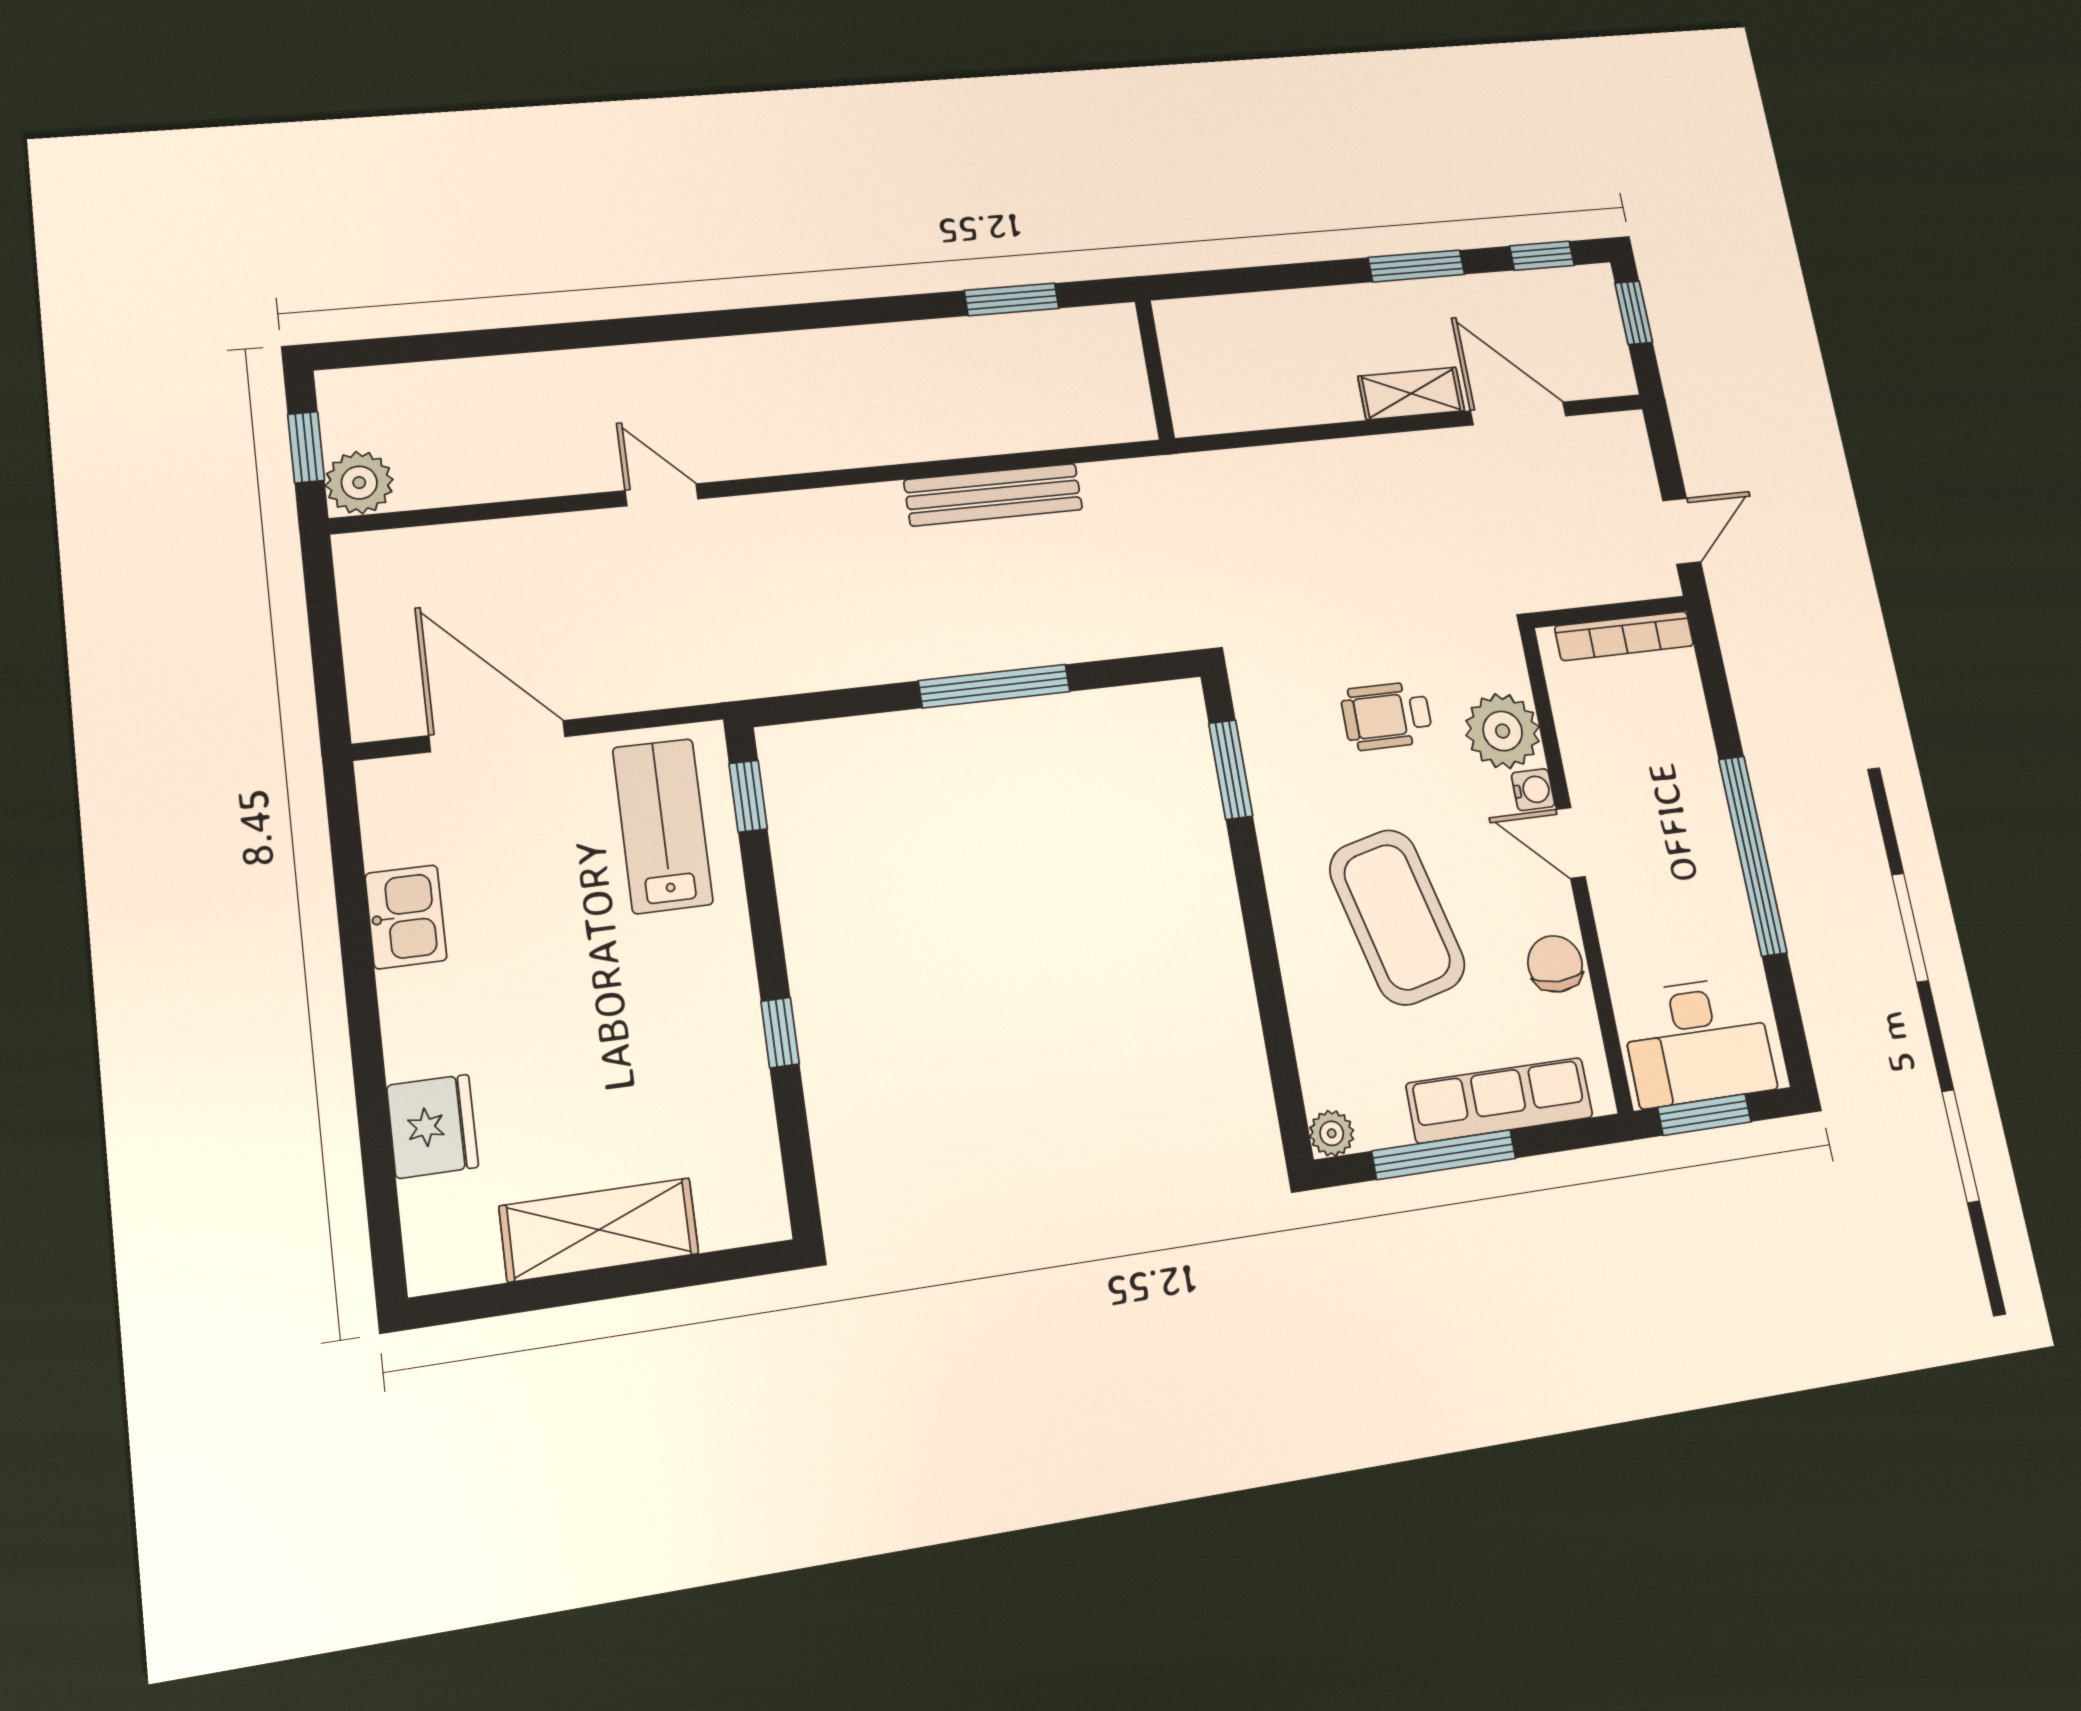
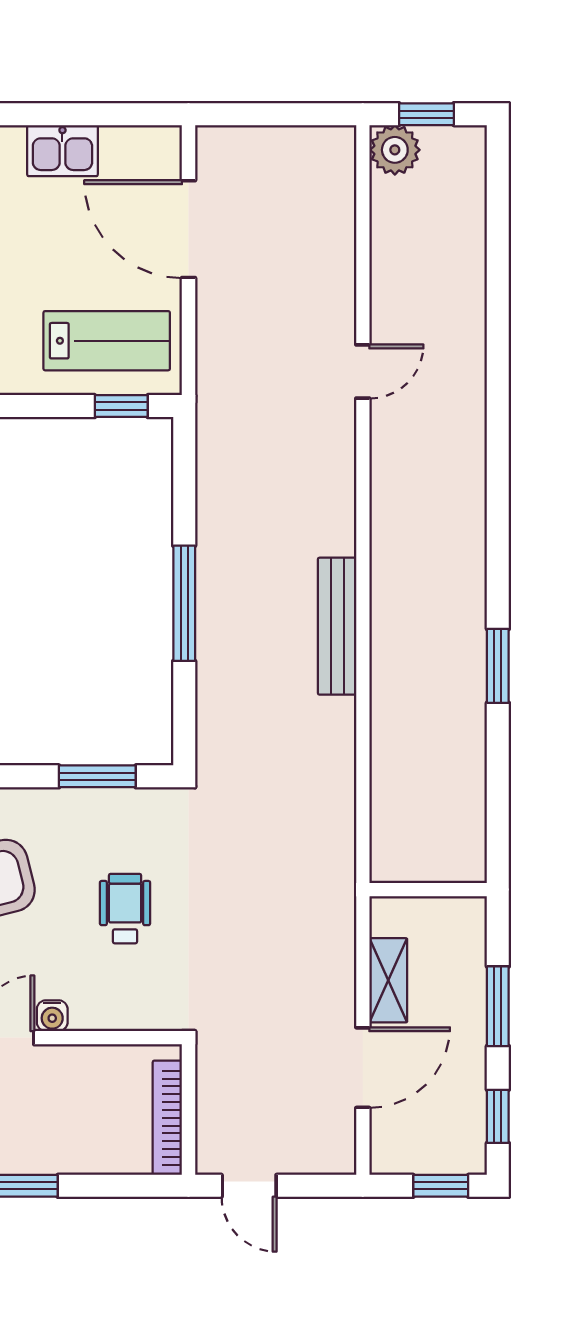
wall: (1155, 370) -> (428, 890), moved
plant: (1503, 731) -> (102, 1000), removed
door: (497, 736) -> (189, 229), swing flipped

